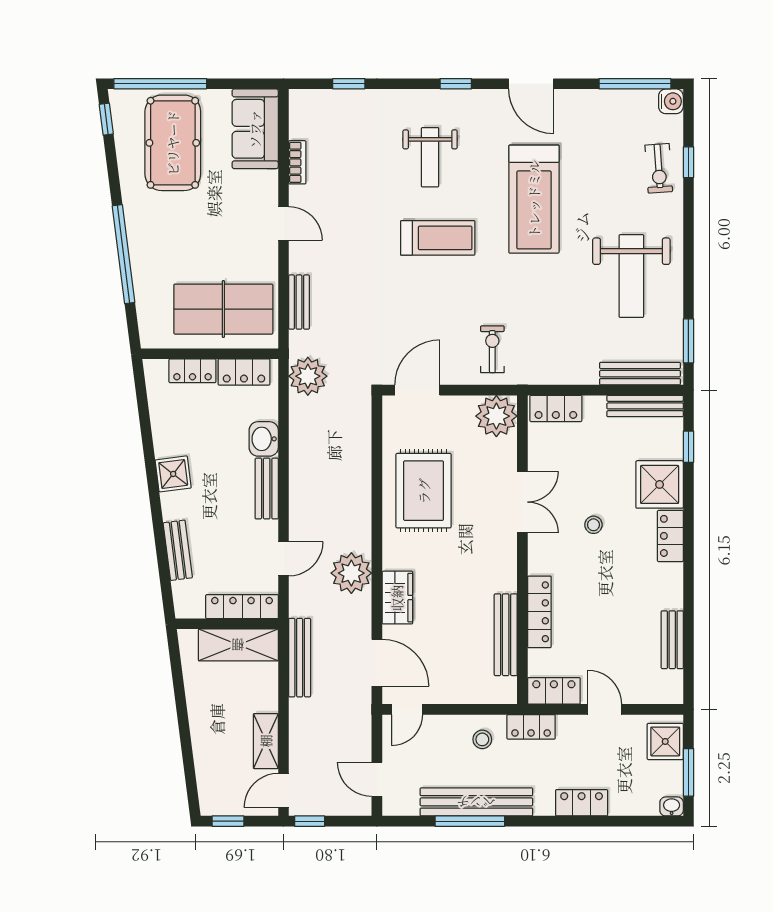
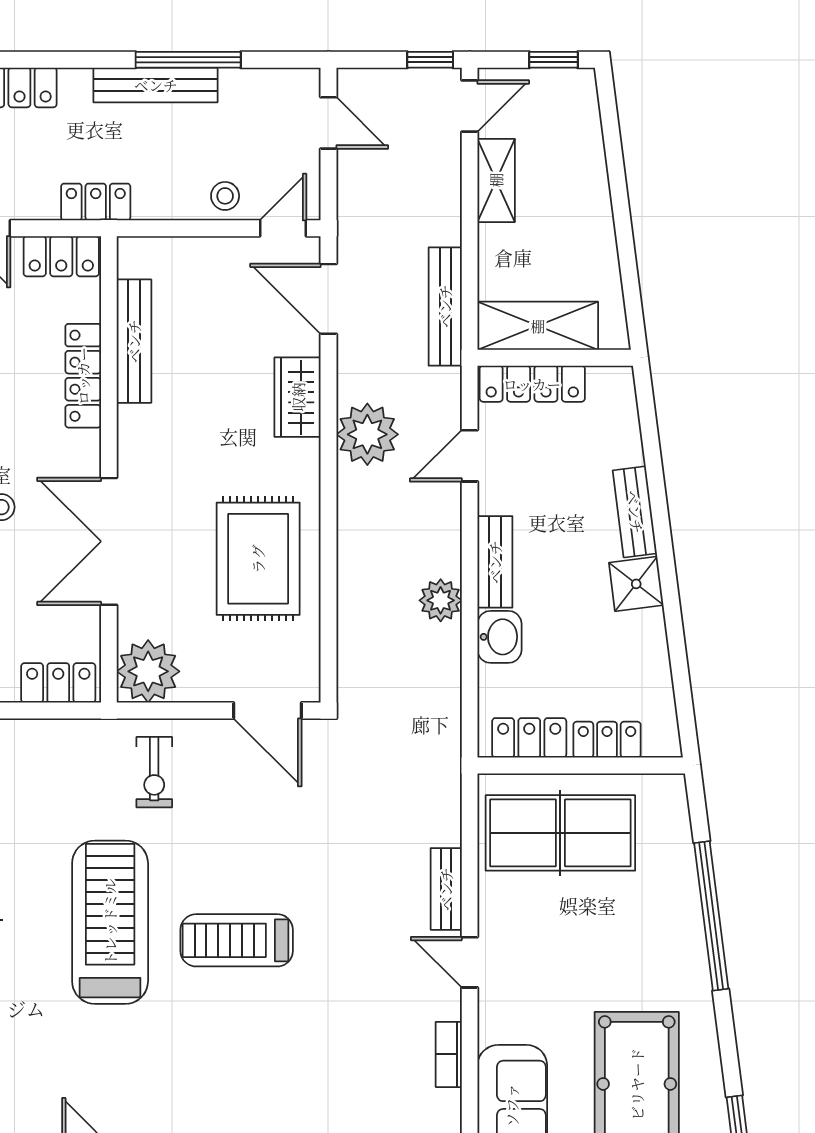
weight bench: (430, 157) -> (248, 1062), removed
treadmill: (534, 199) -> (110, 922), moved
bench: (299, 302) -> (446, 889), moved
plant: (308, 376) -> (441, 600), moved, width x0.73, depth x0.73
door: (417, 390) -> (268, 711), hinge flipped
double door: (522, 502) -> (109, 541), width x1.37
bench: (178, 550) -> (635, 512), moved
stool: (482, 739) -> (225, 196), moved
bench: (476, 802) -> (156, 85), width x0.73, depth x0.82

